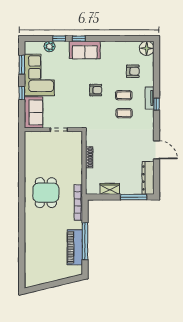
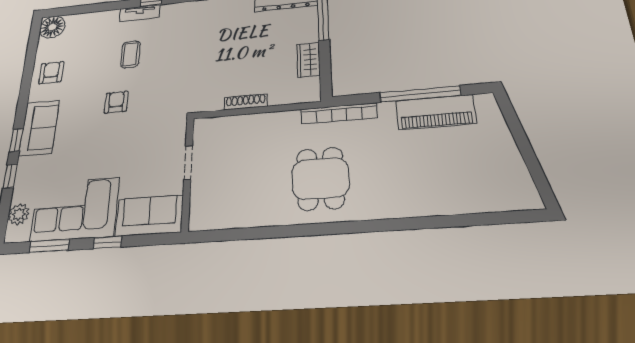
plant: (50, 46) -> (19, 214), moved
armchair: (133, 71) -> (51, 73), moved
coffee table: (124, 113) -> (163, 51), removed
dining table: (46, 193) -> (320, 178), turned 90

